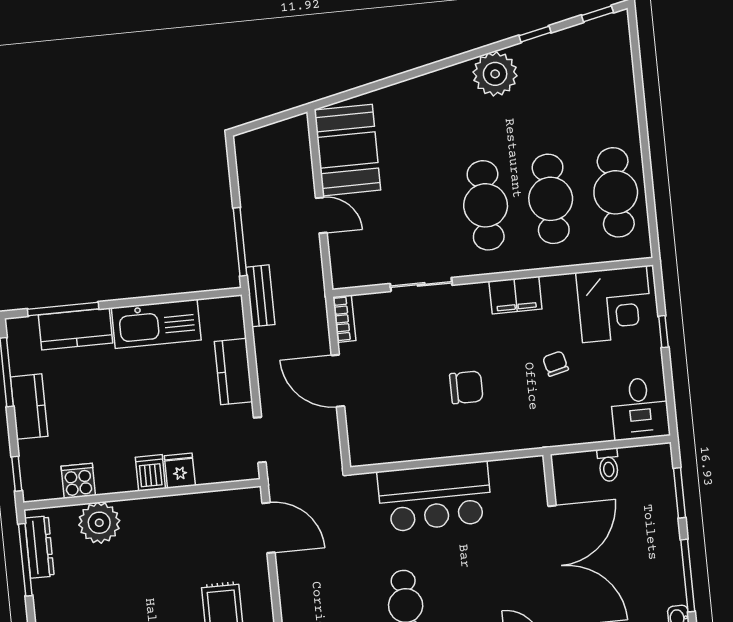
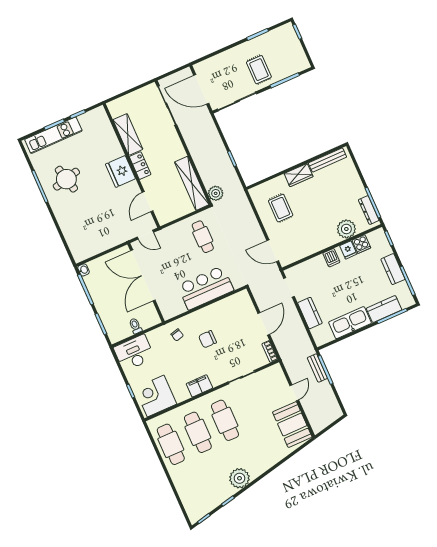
door: (321, 215) -> (294, 393), swing flipped
bench: (260, 296) -> (317, 368), moved
chair: (556, 364) -> (177, 335), moved
door: (338, 381) -> (264, 324), hinge flipped
desk: (640, 408) -> (134, 353), width x1.37
fridge: (180, 471) -> (348, 250), moved

